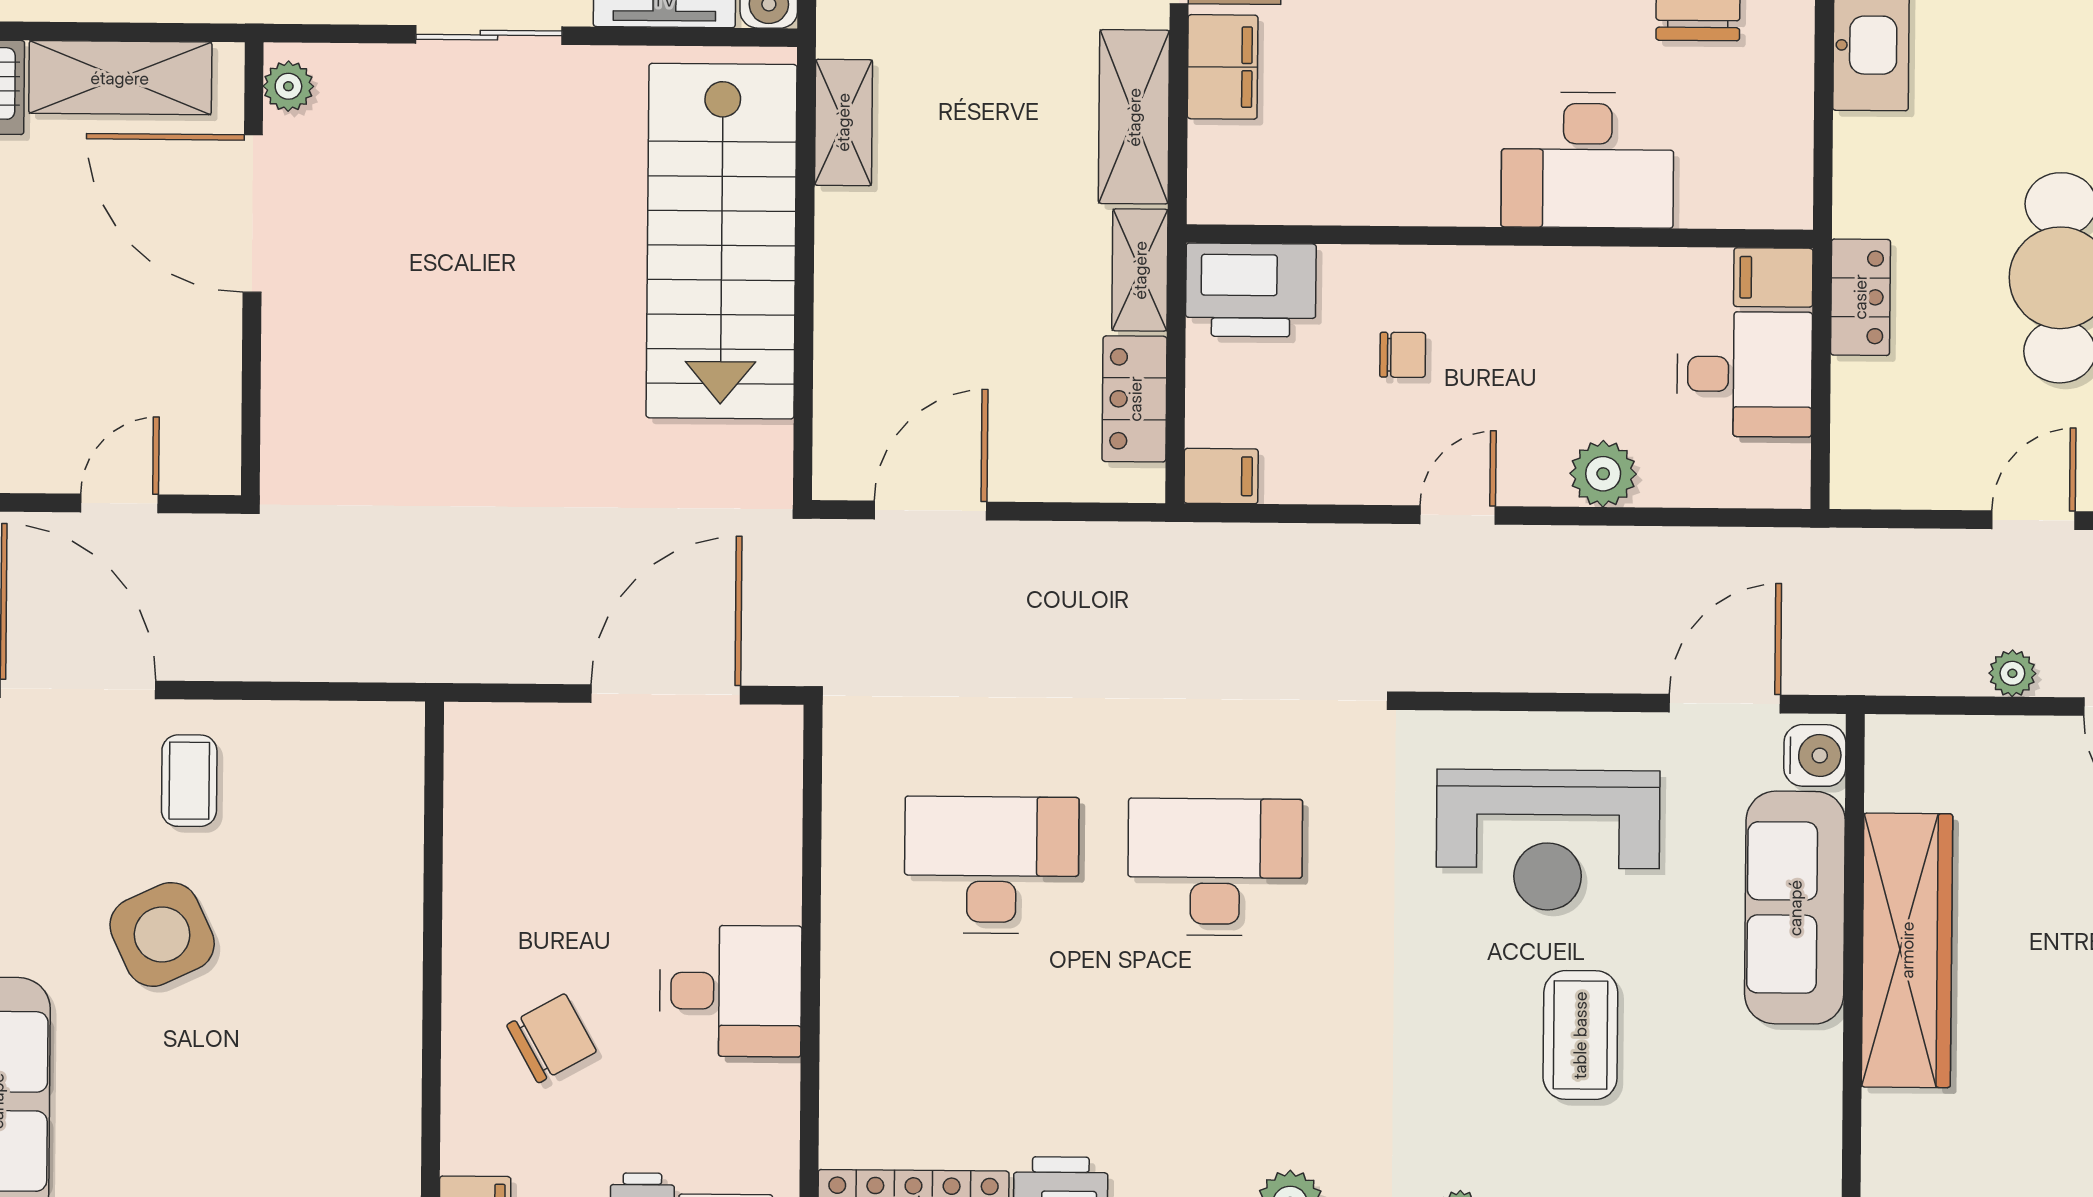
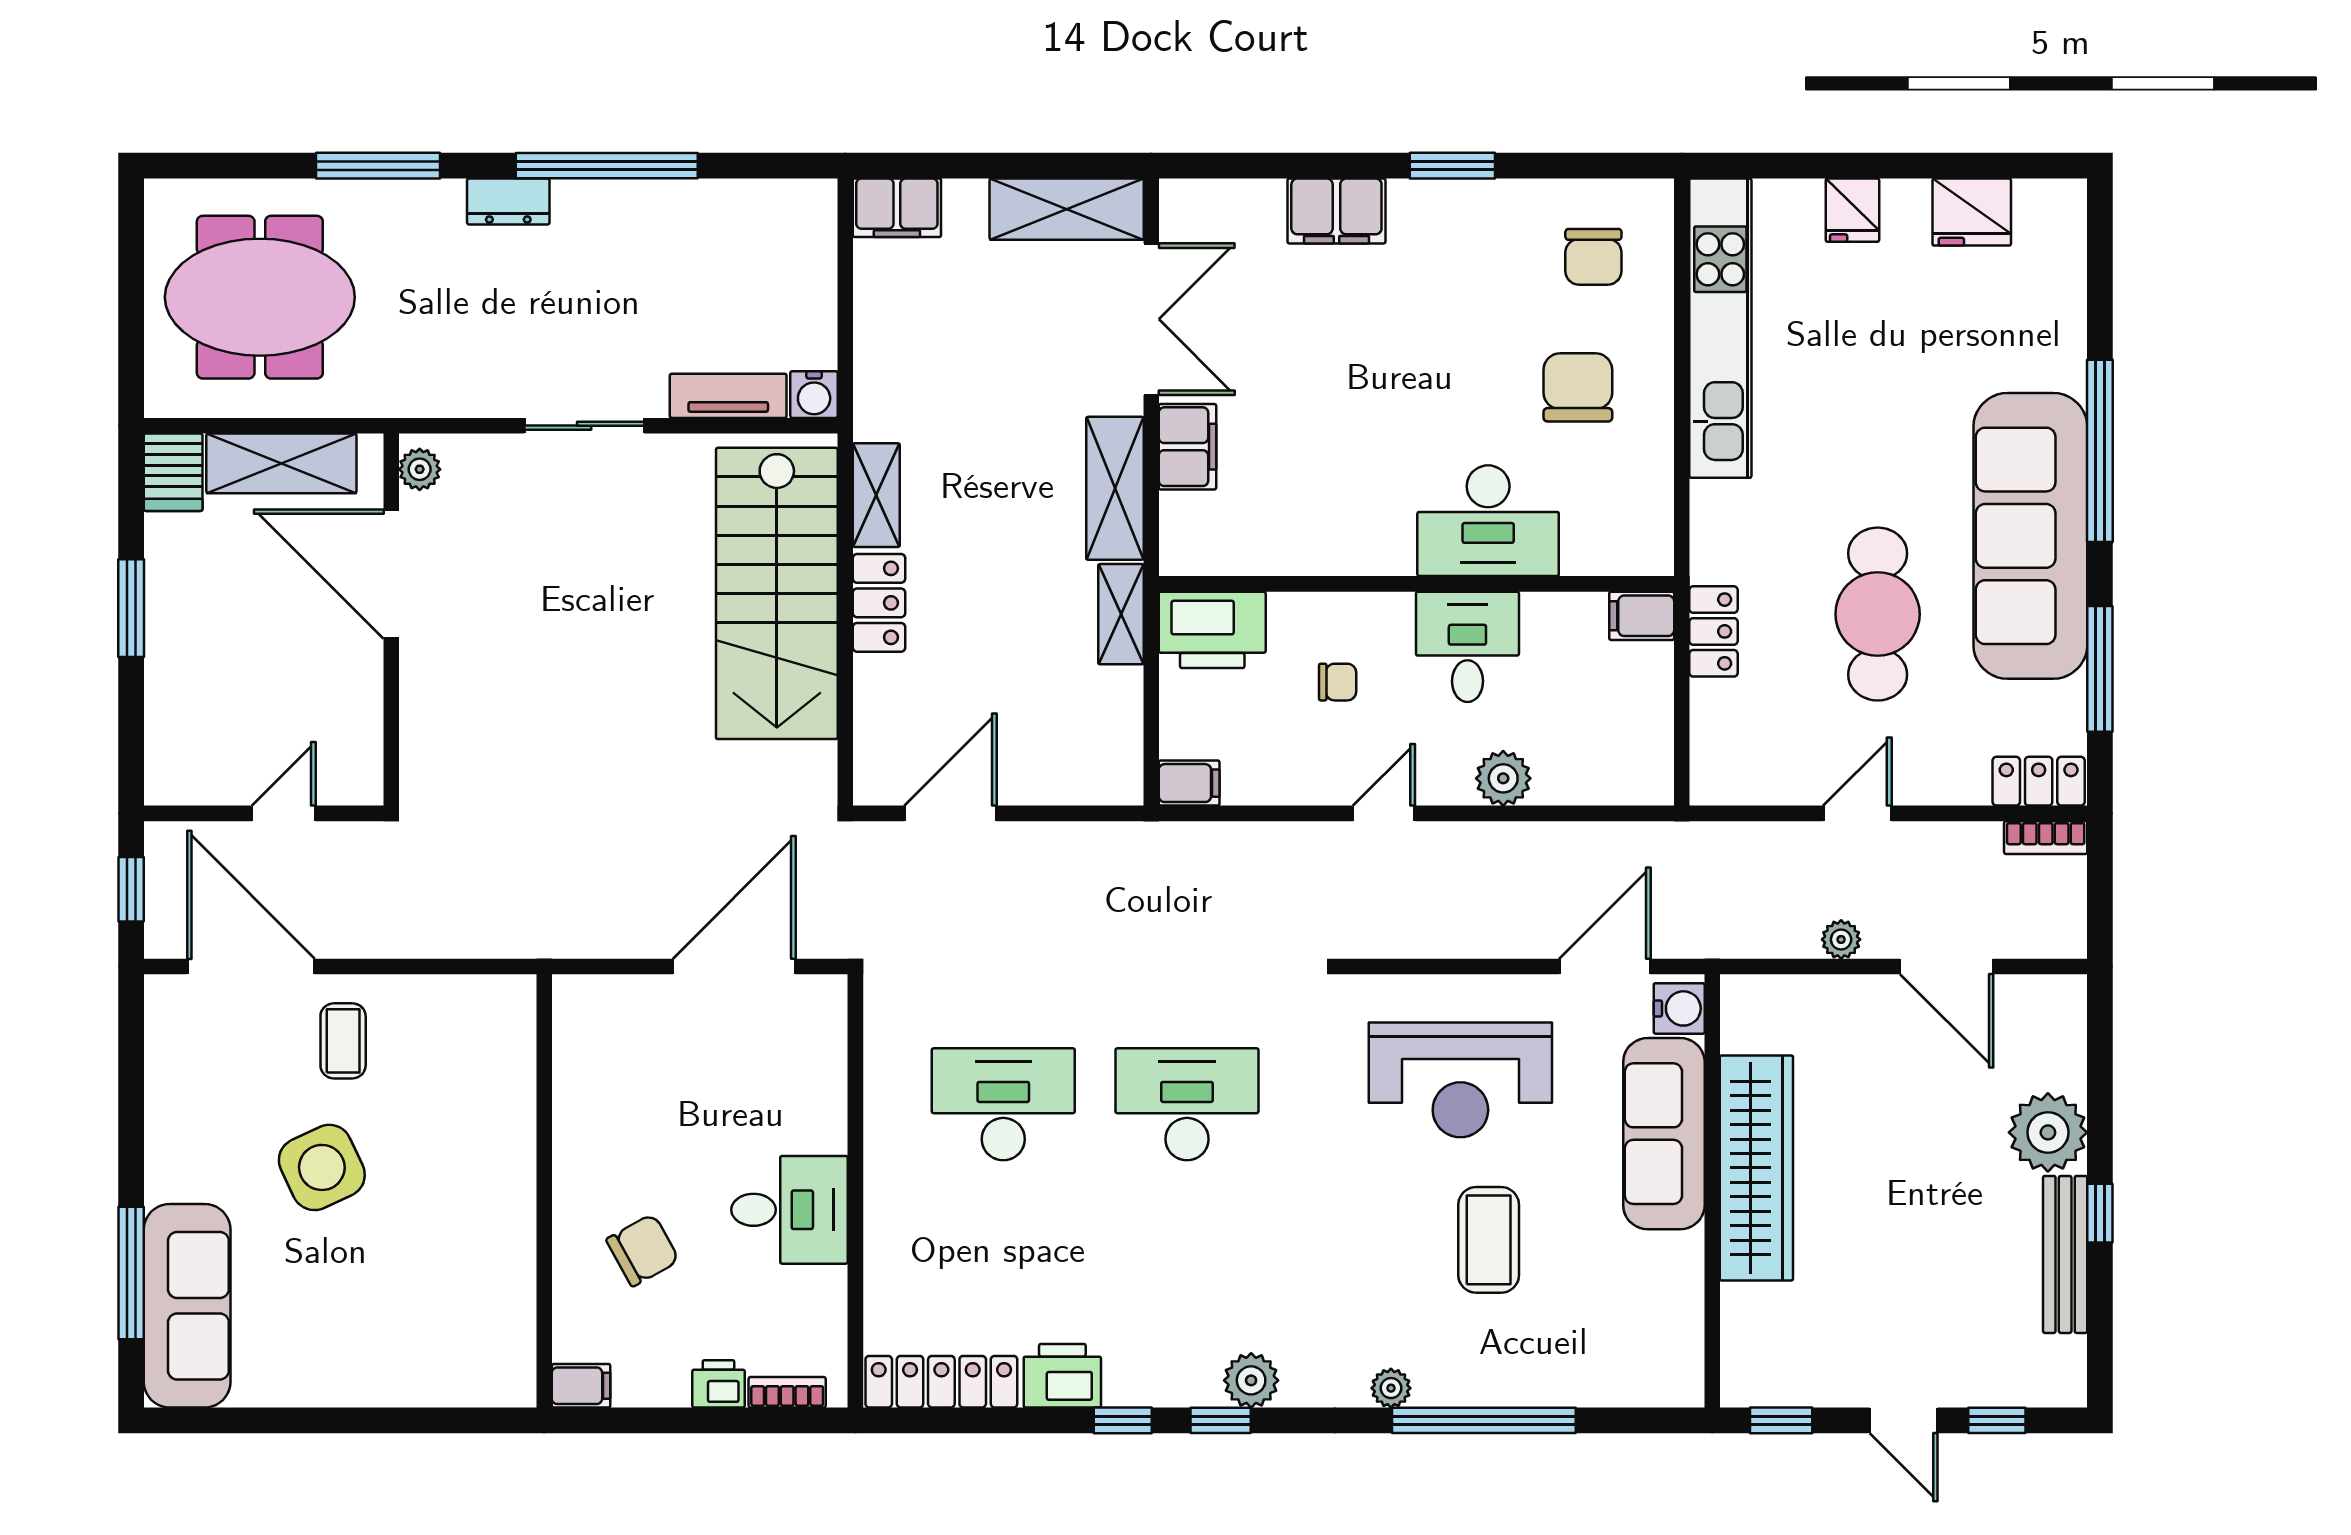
desk: (1744, 374) -> (1467, 647), moved, turned -90
locker: (1135, 399) -> (879, 603), moved, turned 180

